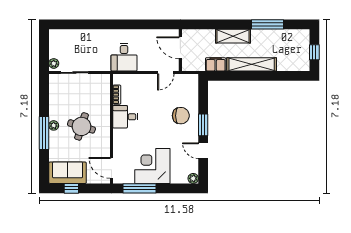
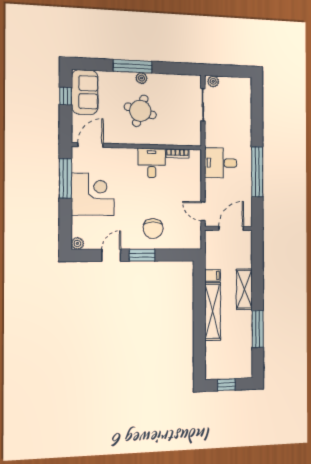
window: (131, 24) -> (257, 172), added
filing cabinet: (216, 64) -> (213, 275), width x0.50

